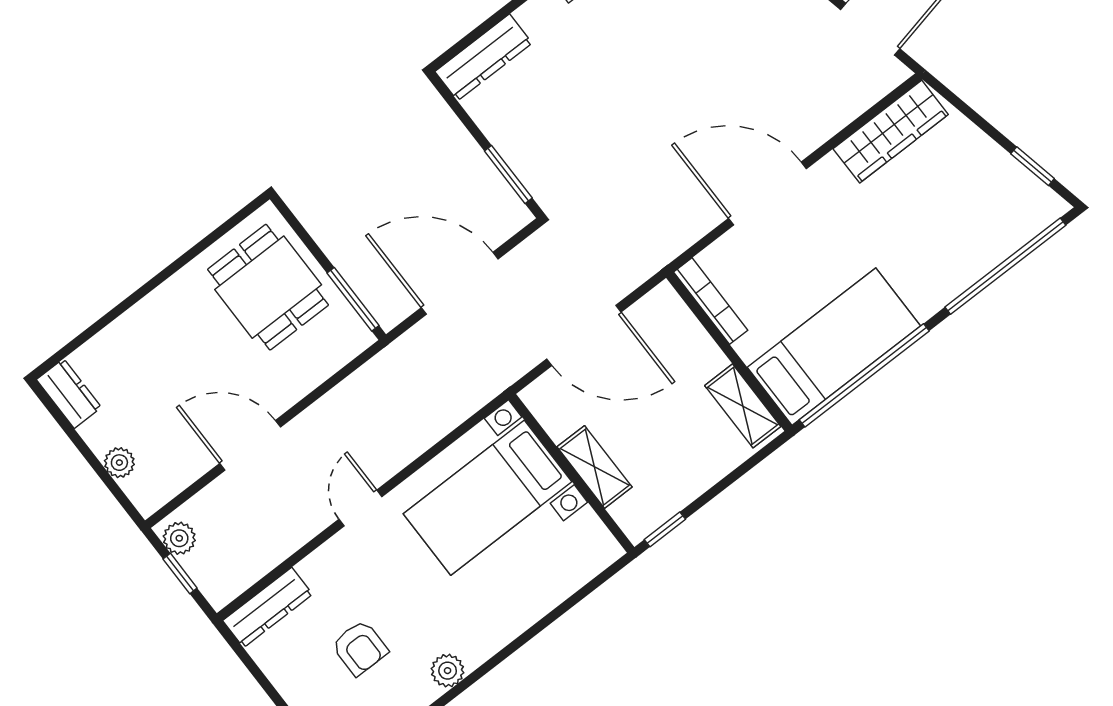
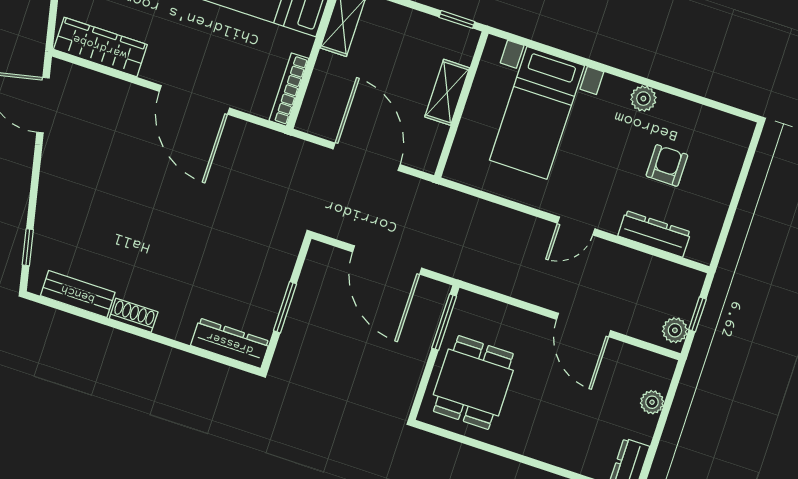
window: (508, 175) -> (285, 307), moved
bed with nightstands: (487, 498) -> (537, 113), moved, turned 90
dresser: (268, 607) -> (654, 234), moved

